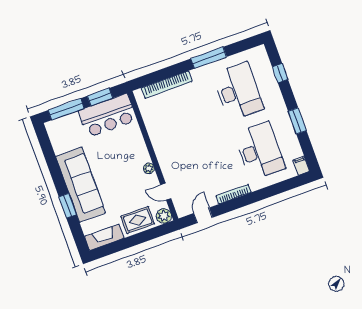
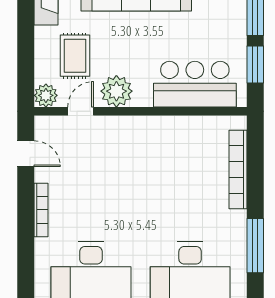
bar counter: (108, 116) -> (195, 84), moved, turned 90
plant: (149, 168) -> (116, 91), width x1.87, depth x1.87
rug: (138, 220) -> (75, 56), moved

